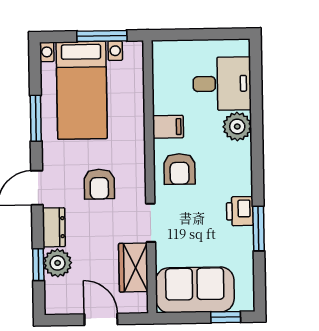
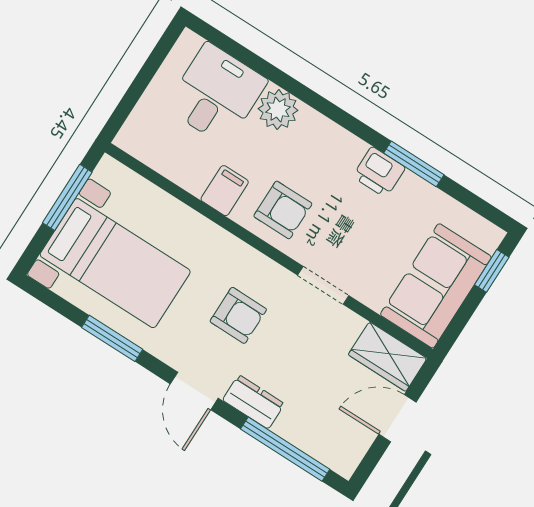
plant: (58, 263) -> (298, 425), removed
window: (38, 265) -> (285, 449), width x2.17
wardrobe: (133, 267) -> (388, 357), moved

